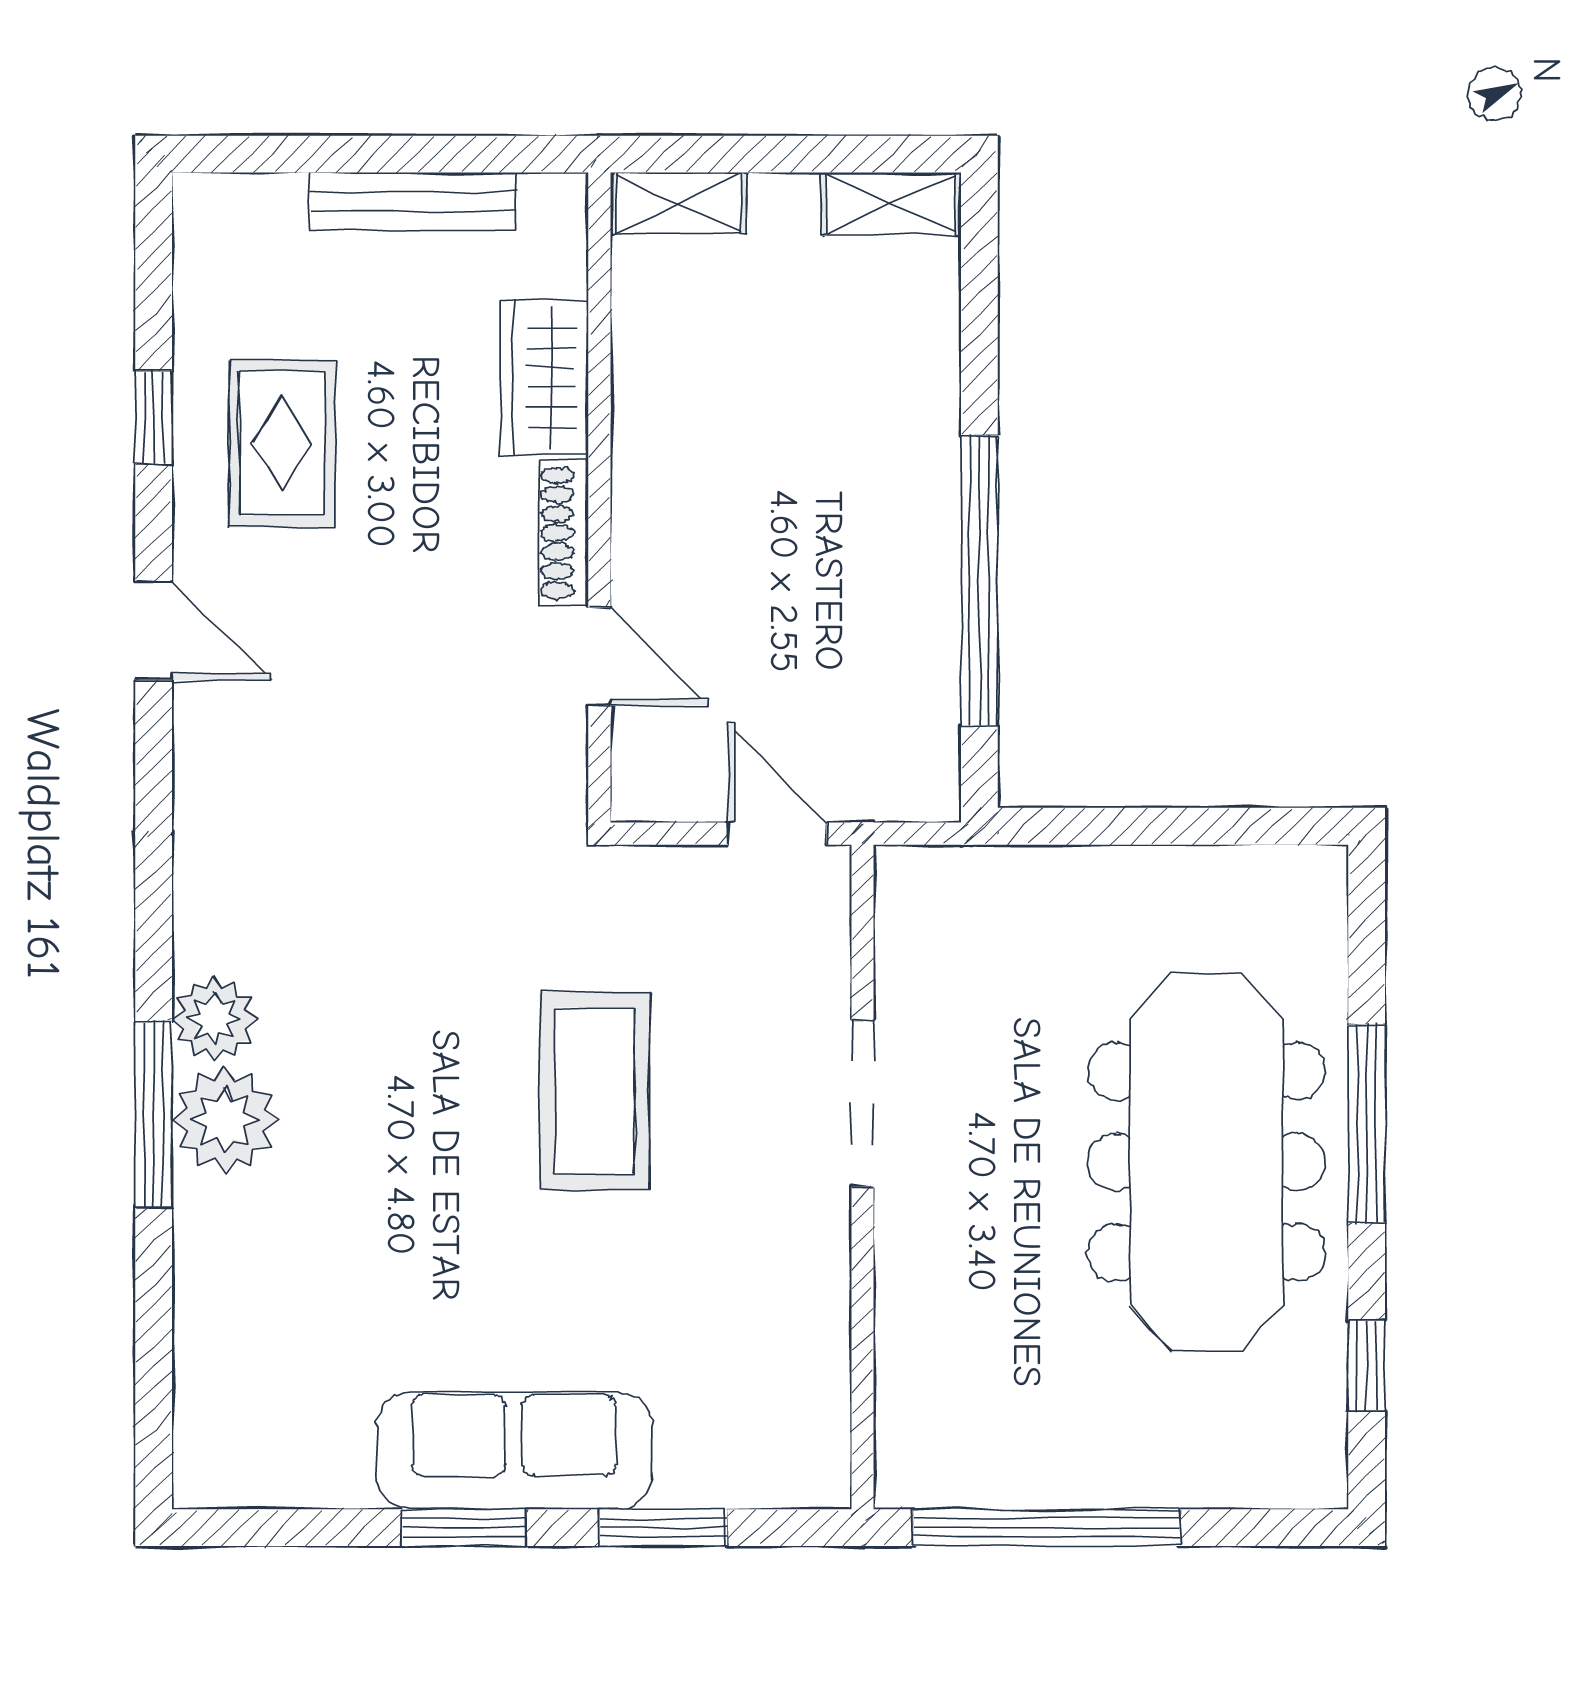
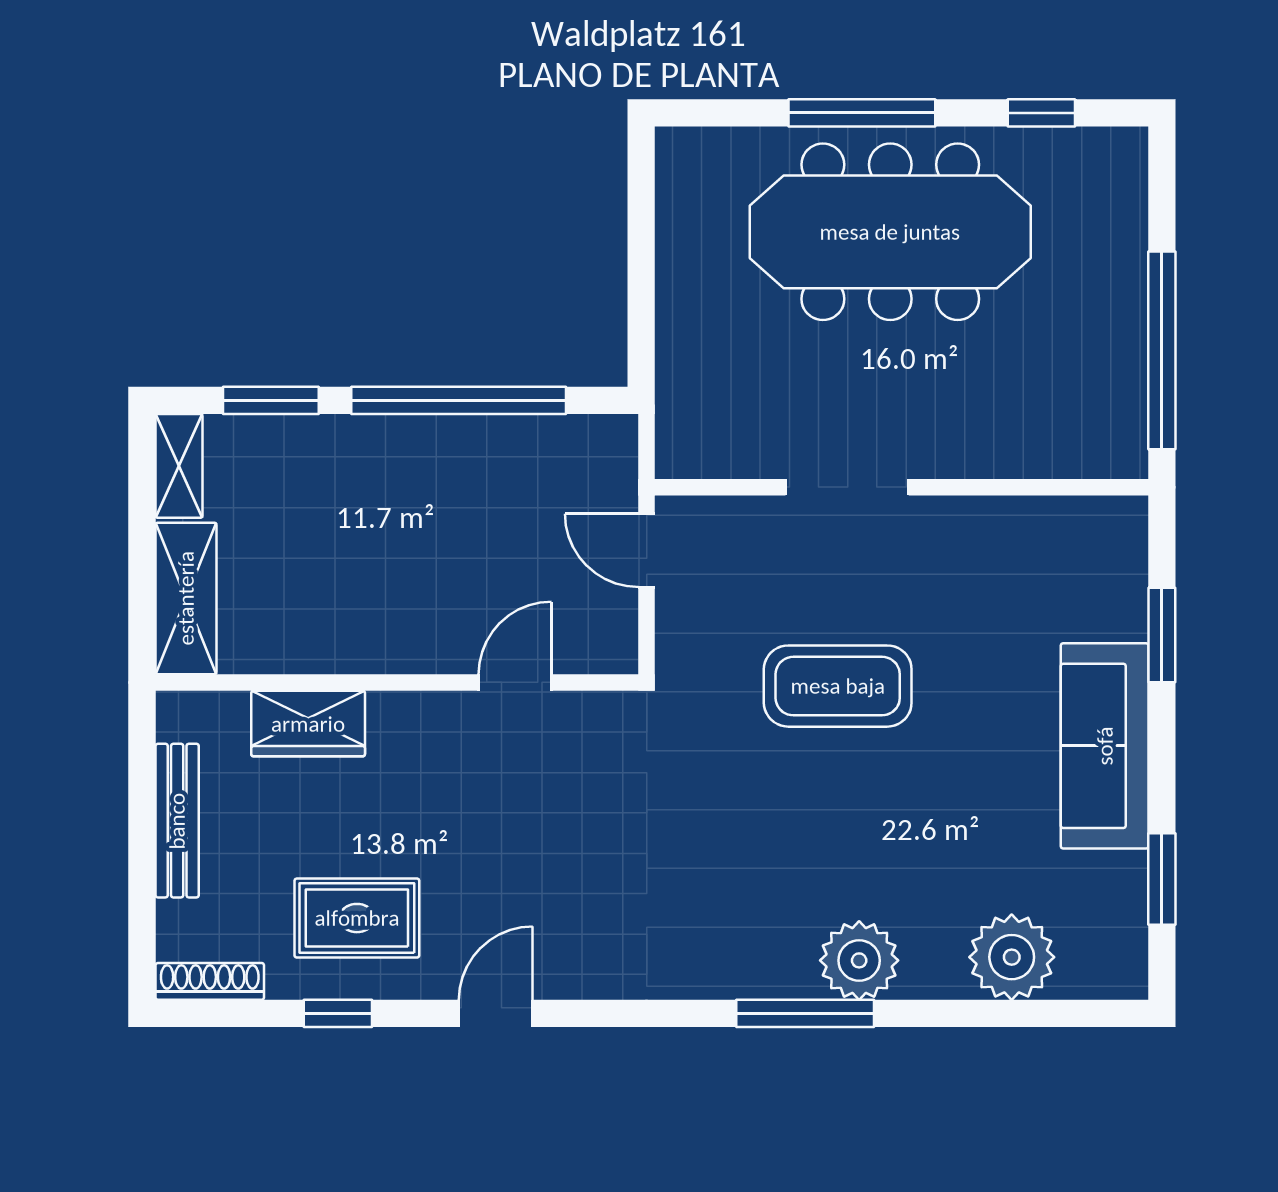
shelving: (679, 203) -> (186, 598), width x1.50, depth x1.33
window: (979, 328) -> (271, 400), added
shoe rack: (564, 533) -> (210, 981), moved, turned 180
door: (777, 834) -> (647, 550), hinge flipped
plant: (214, 1019) -> (1012, 957), moved, width x1.36, depth x1.36
window: (154, 1114) -> (805, 1013), moved
window: (464, 1528) -> (1162, 879), moved

